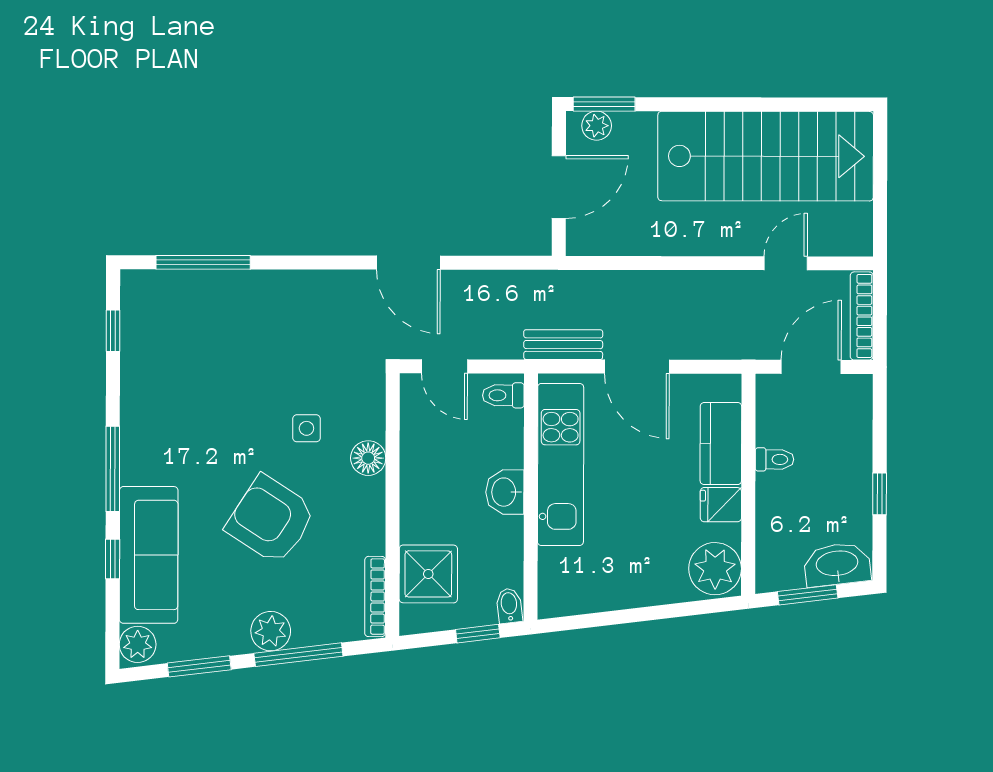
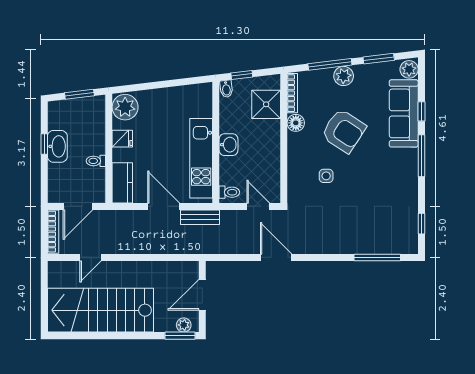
kitchen counter: (721, 444) -> (122, 183), moved
floor lamp: (368, 458) -> (296, 123), moved
washbasin: (837, 564) -> (57, 146), moved, turned -83

